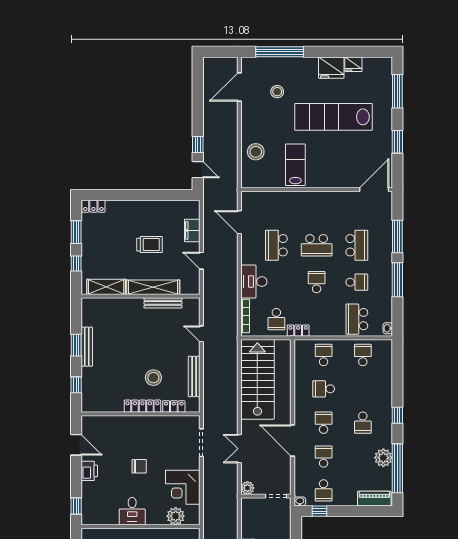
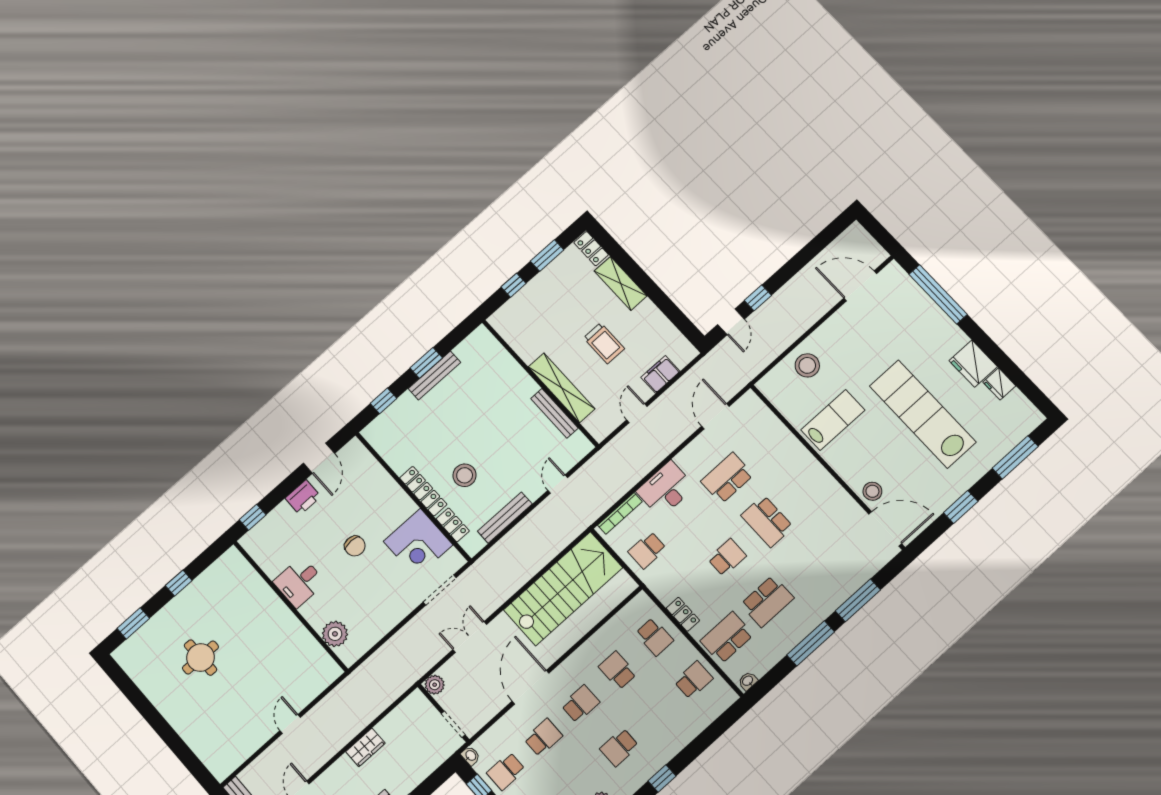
stool: (277, 92) -> (872, 491), moved
school desk: (357, 245) -> (807, 565), removed
school desk: (357, 282) -> (767, 601), width x1.85
shelving: (106, 287) -> (621, 283), moved
locker: (298, 331) -> (683, 614), moved
school desk: (324, 355) -> (655, 637), turned 90
corner desk: (183, 487) -> (418, 543), moved, turned -90

